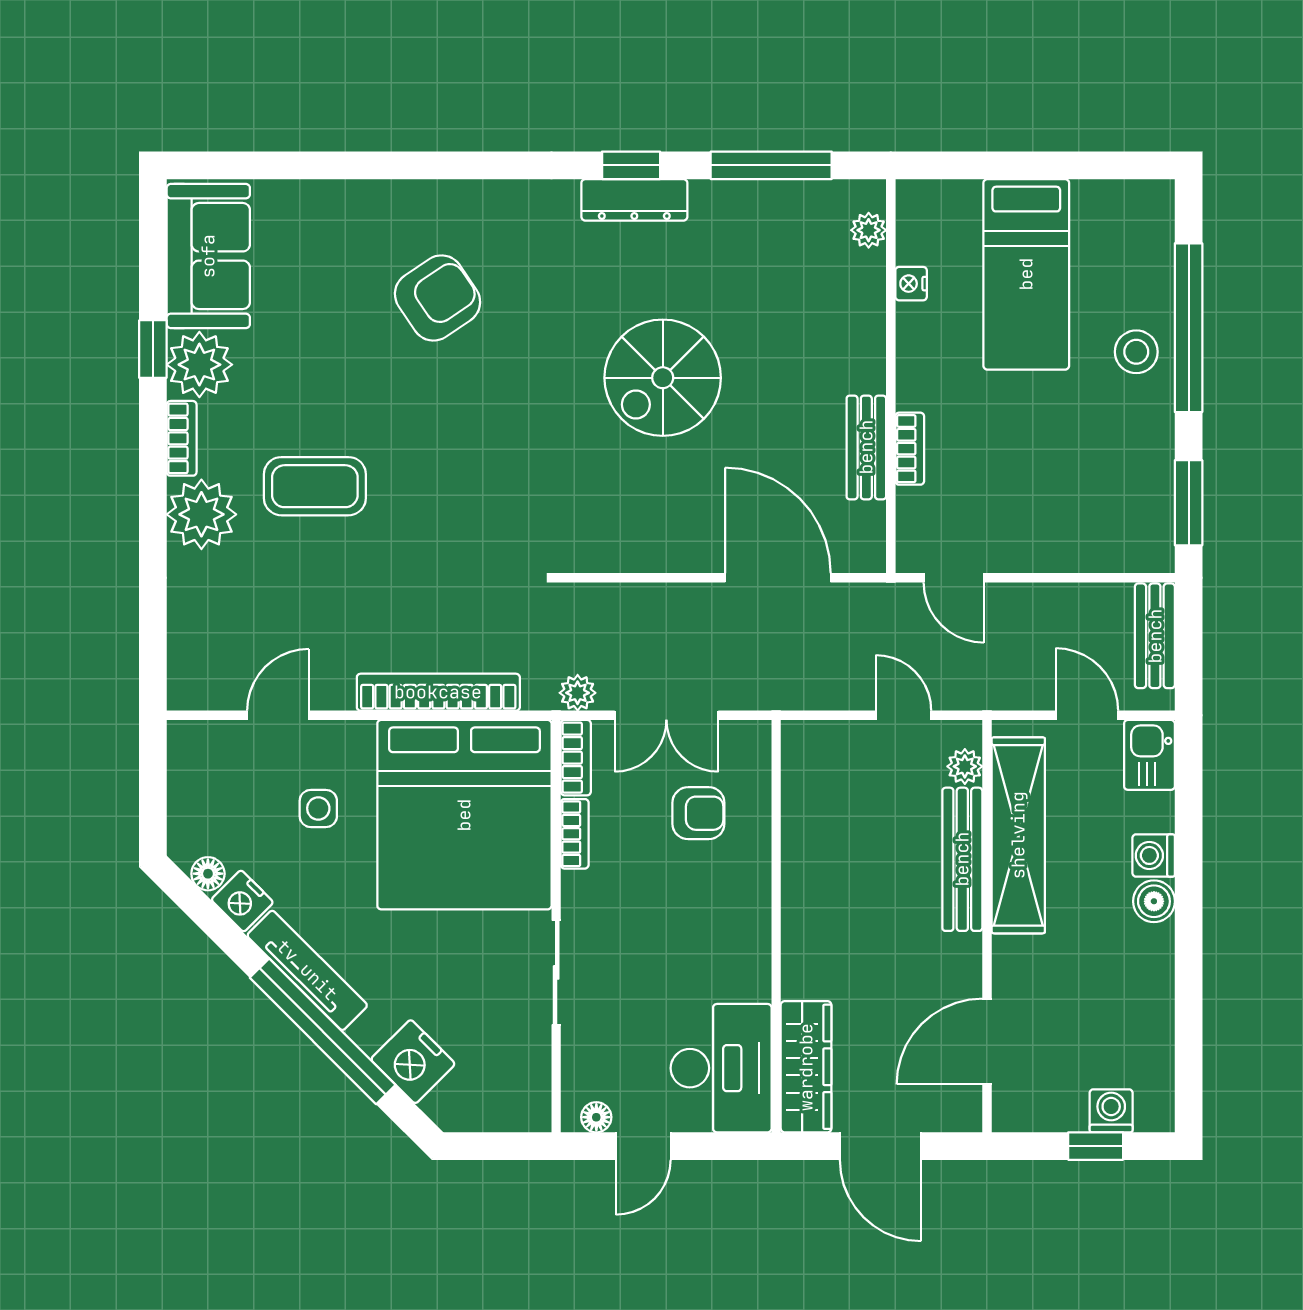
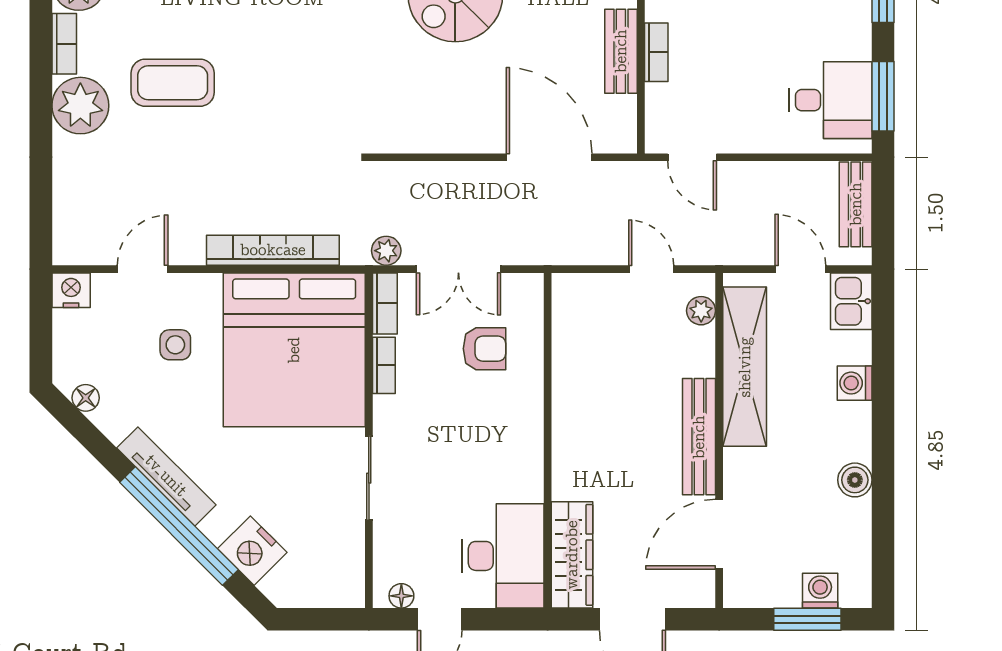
desk: (1124, 508) -> (830, 100), added
bench: (962, 859) -> (699, 437), moved
nightstand: (242, 901) -> (71, 290), moved, turned 135
boiler: (1154, 901) -> (855, 480), moved
window: (1096, 1146) -> (807, 619), width x1.50

